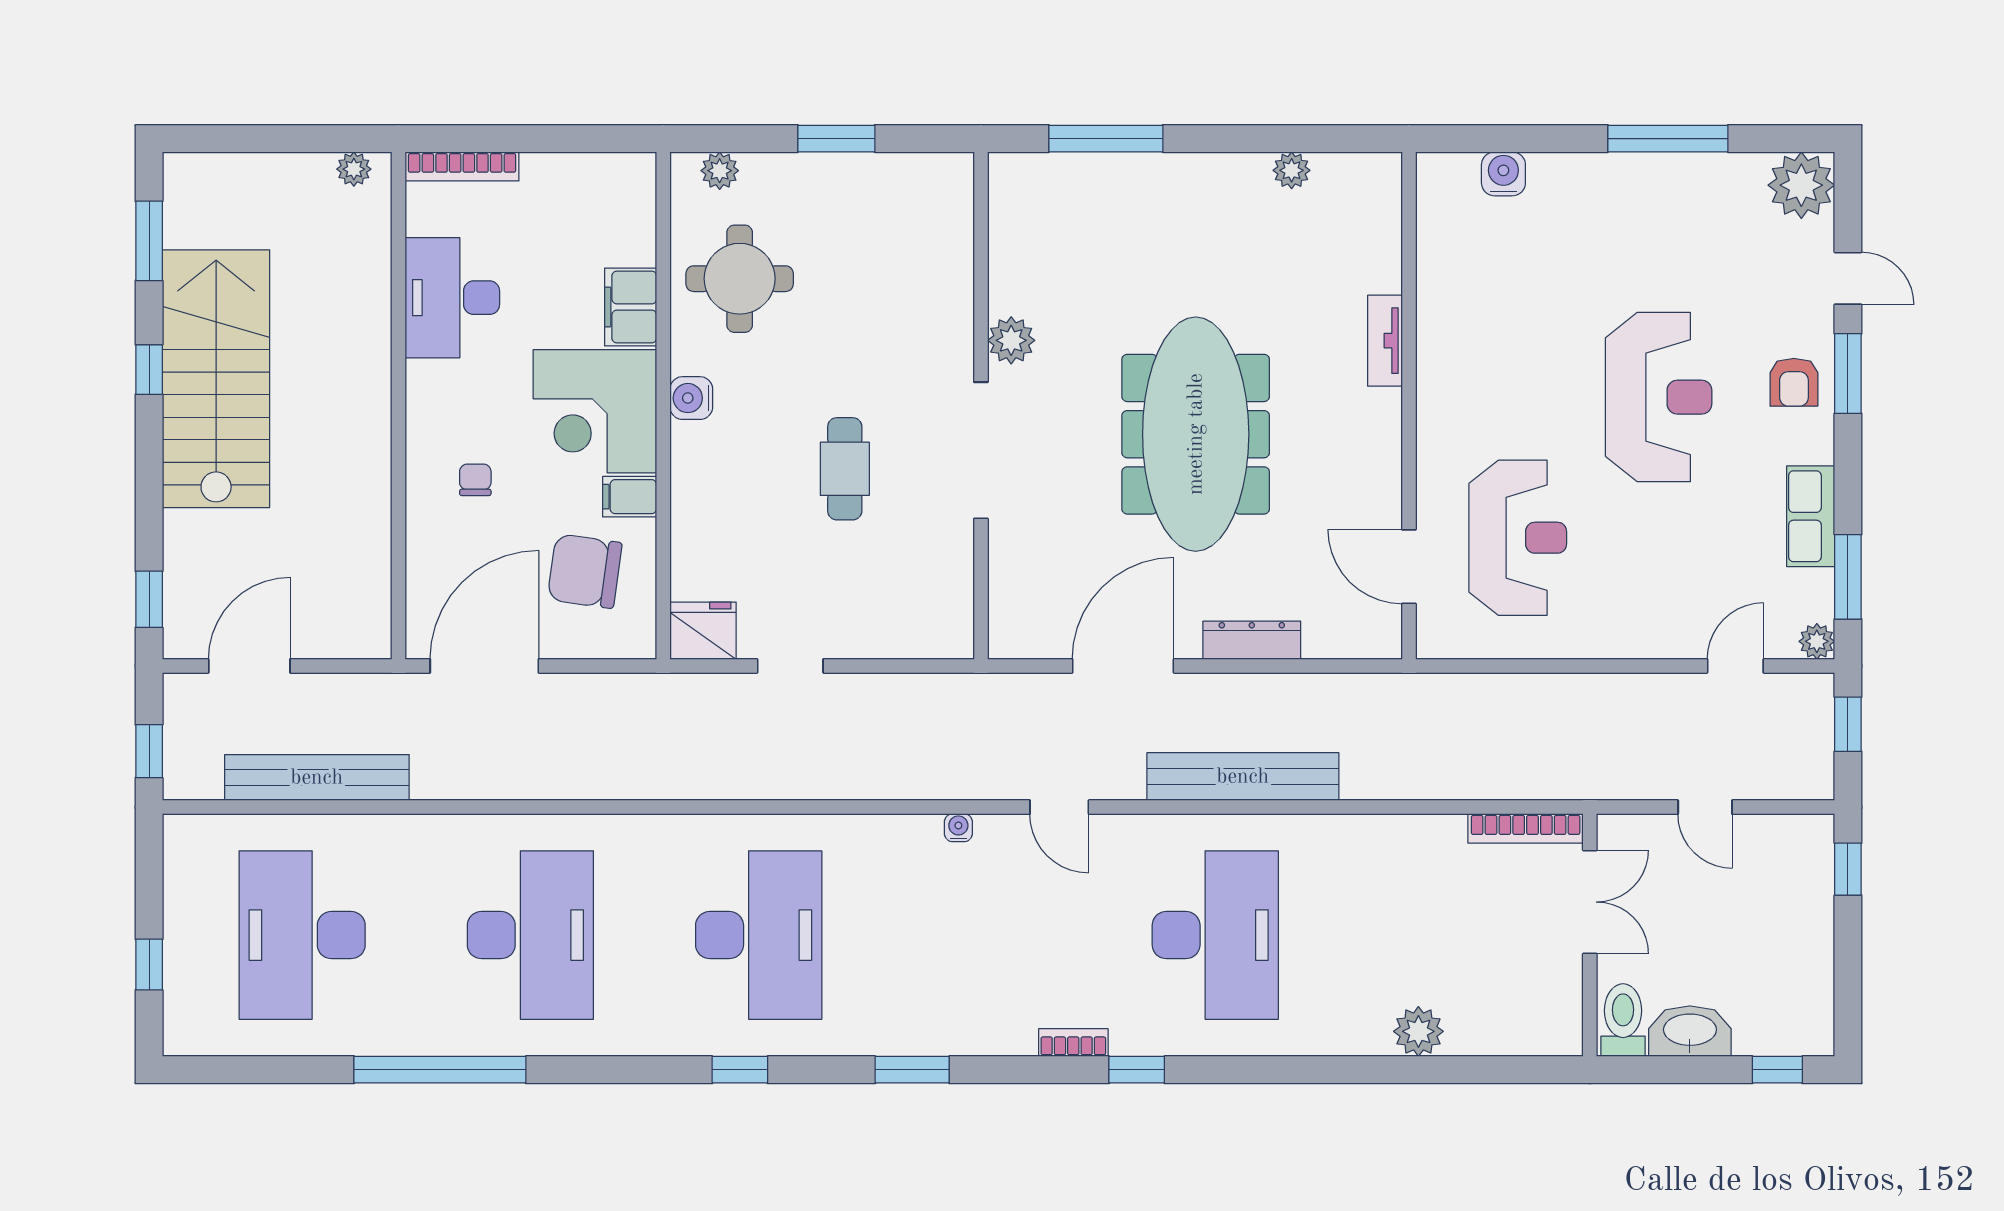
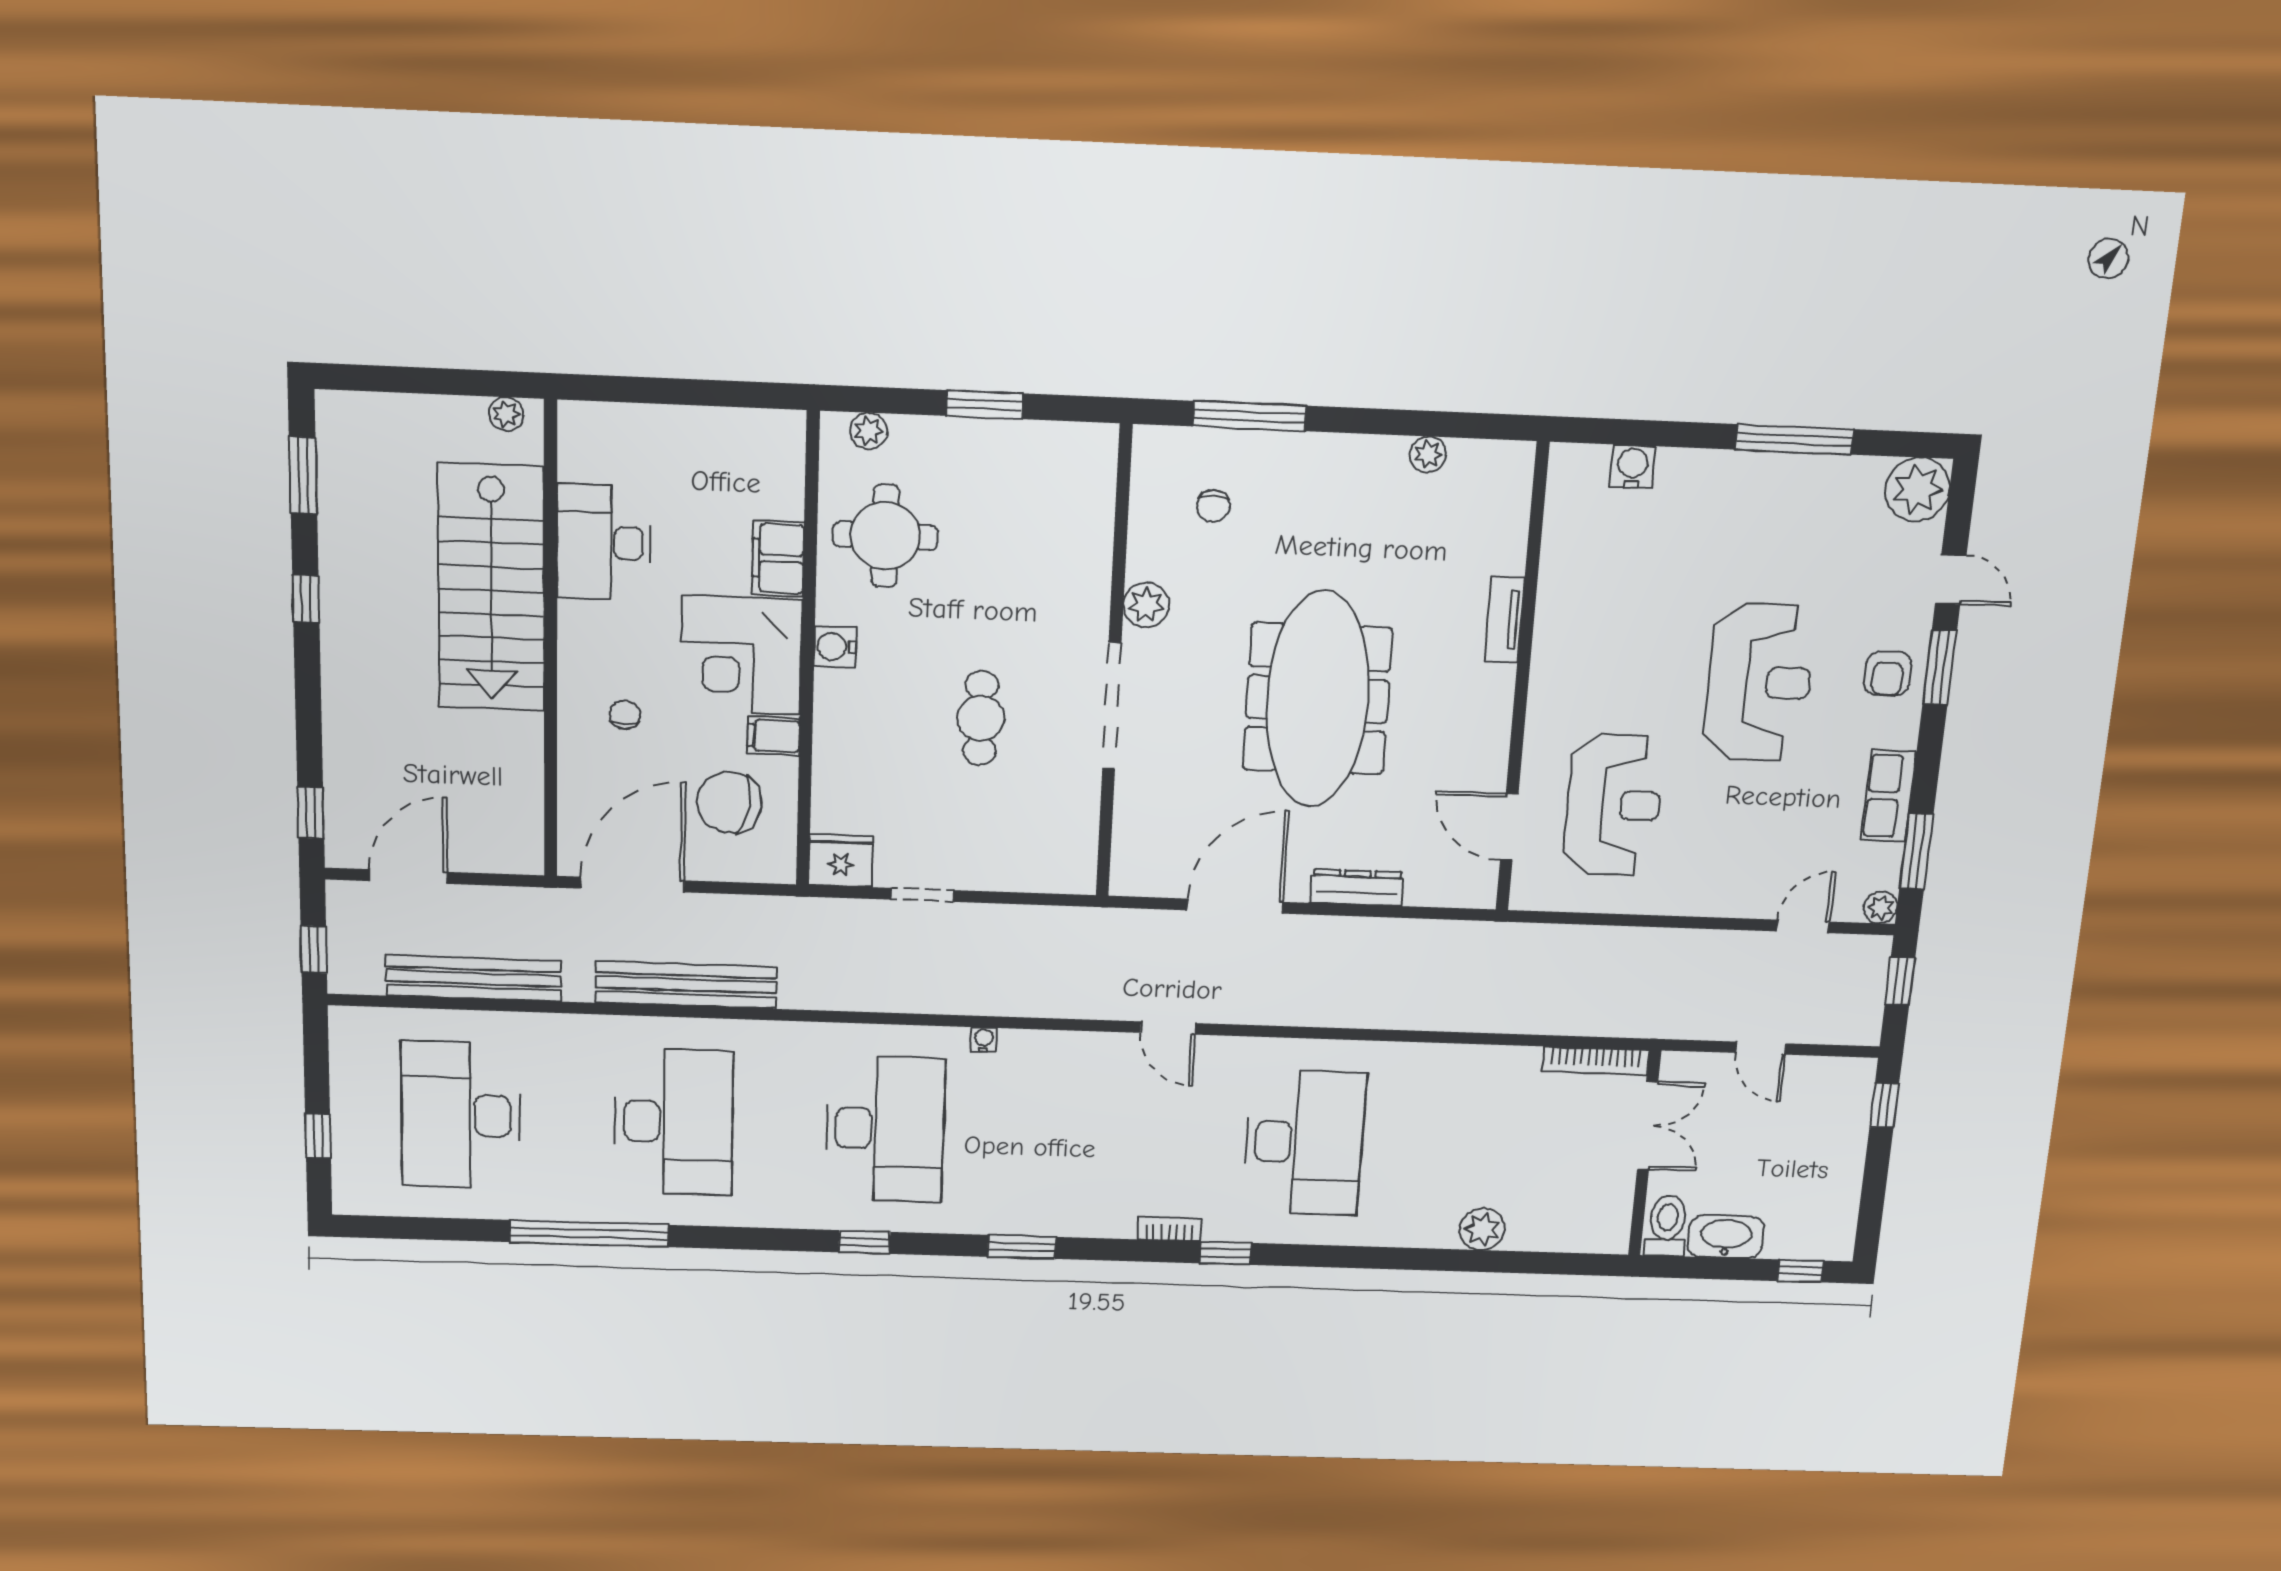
bookcase: (462, 166) -> (614, 416), removed
chair: (1075, 233) -> (1213, 506), added
stairs: (216, 379) -> (491, 588), moved, turned 180
bench: (1243, 777) -> (686, 985), moved
water cooler: (958, 828) -> (984, 1040), moved

